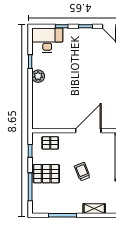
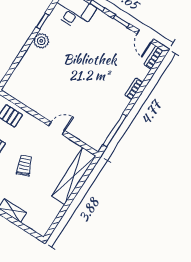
door: (88, 131) -> (57, 128), width x0.53

